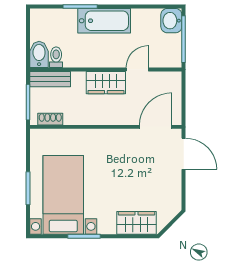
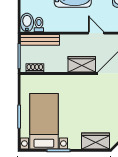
door: (137, 69) -> (96, 33), hinge flipped
bench: (50, 79) -> (40, 40), width x1.36
wardrobe: (106, 83) -> (82, 64), moved, turned 180

